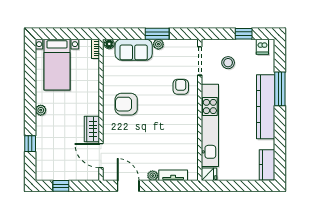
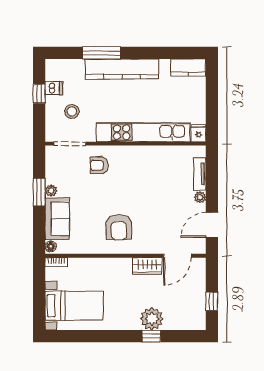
dishwasher: (262, 47) -> (54, 88), moved
plant: (41, 110) -> (152, 319), moved, width x1.87, depth x1.87
window: (30, 144) -> (151, 336), moved

